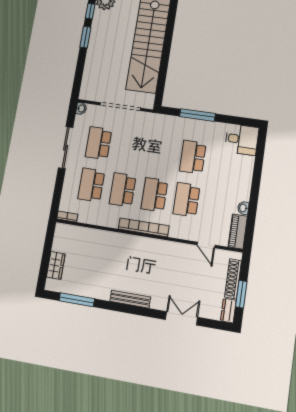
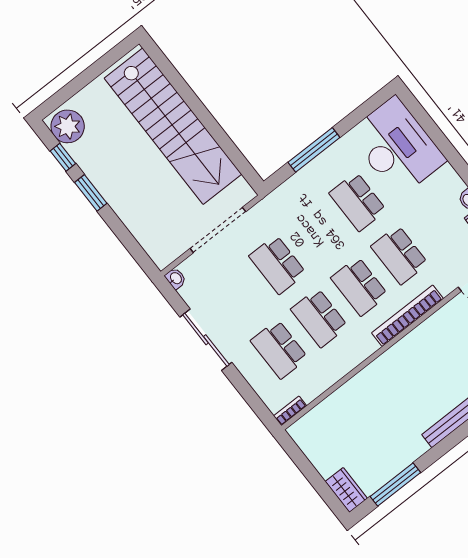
desk: (242, 139) -> (397, 147), width x1.87, depth x1.30
school desk: (98, 143) -> (278, 265), moved
bookcase: (144, 227) -> (407, 316), moved
wardrobe: (56, 265) -> (346, 490), moved

